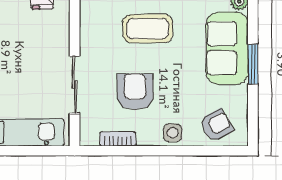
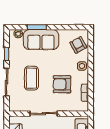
window: (253, 64) -> (37, 27), moved
sliding door: (75, 85) -> (44, 114), moved

